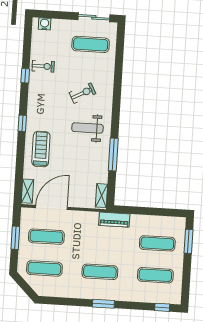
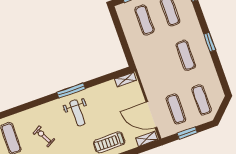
exercise bike: (83, 93) -> (44, 136), moved
window: (113, 154) -> (71, 90), moved
piano: (114, 220) -> (140, 61), removed

